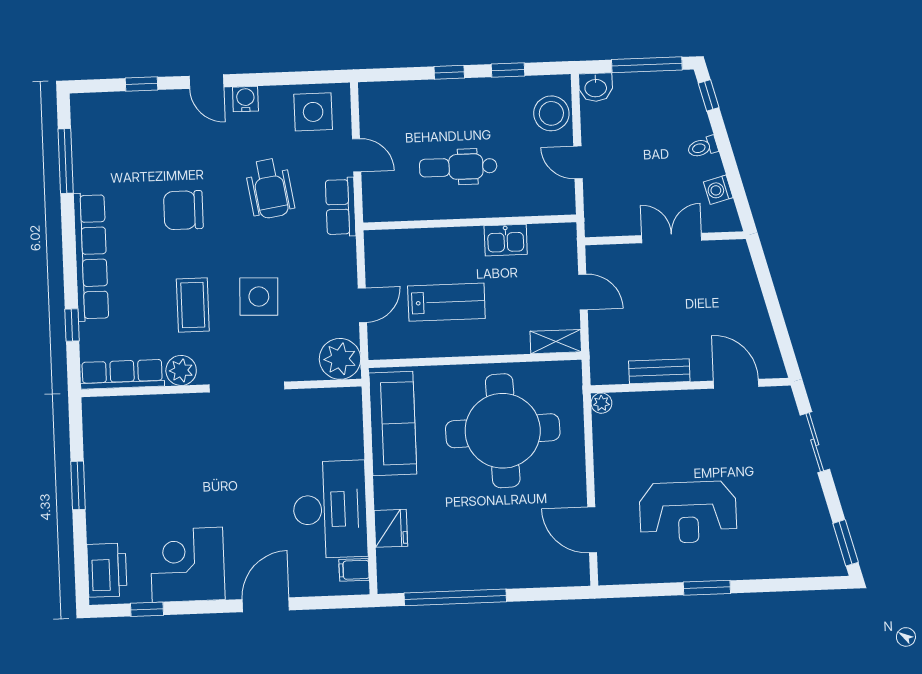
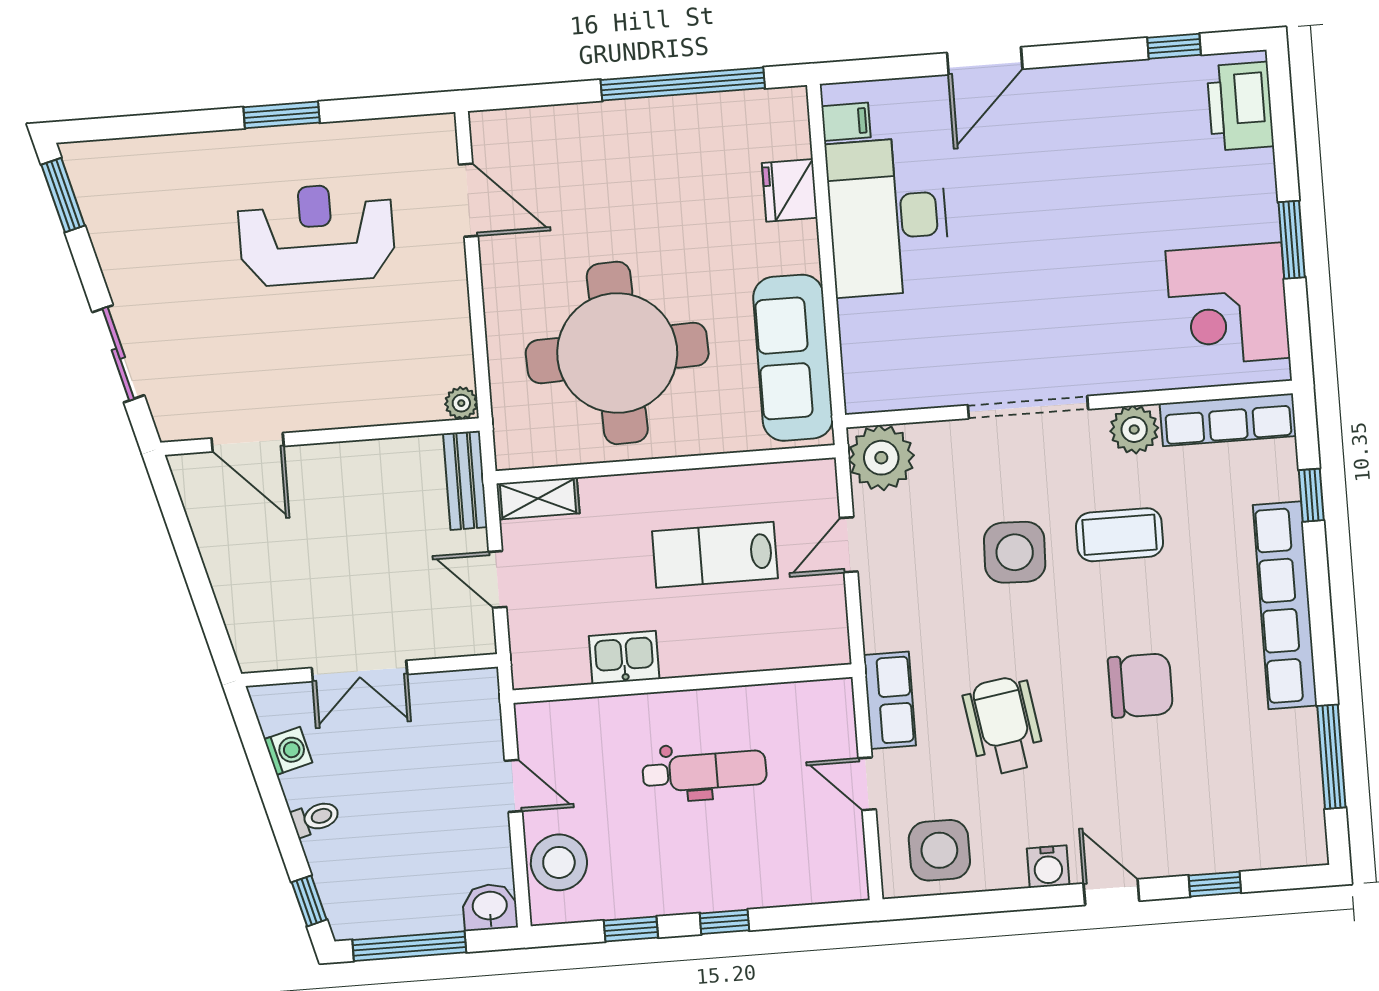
coffee table: (193, 305) -> (1120, 535), turned 90
bench: (659, 371) -> (465, 481), moved, turned 90
corner desk: (187, 565) -> (1228, 304), moved, turned 90

